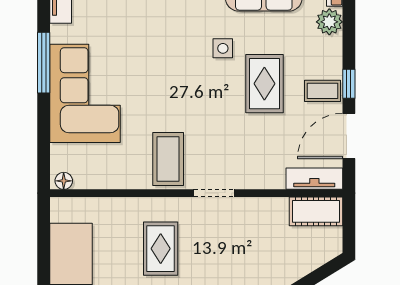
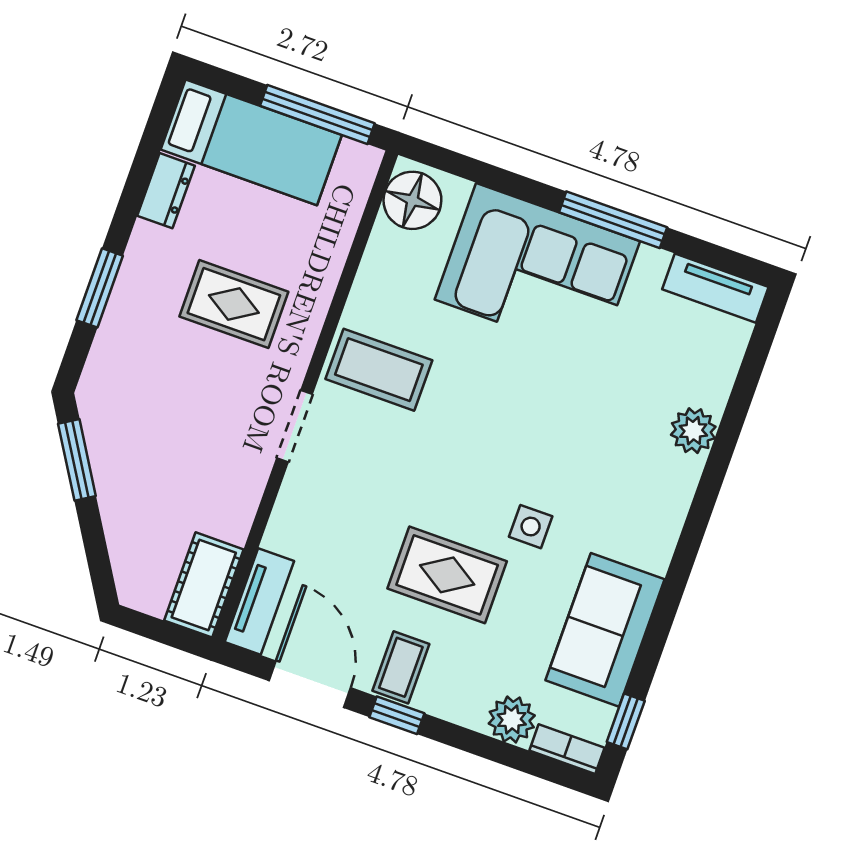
floor lamp: (64, 181) -> (412, 200), width x1.89, depth x1.89
window: (44, 240) -> (317, 114), added

